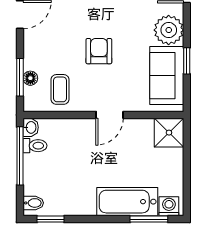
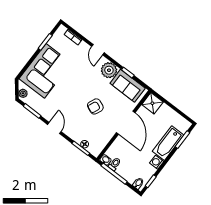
armchair: (99, 51) -> (95, 106), turned -67
coffee table: (60, 89) -> (99, 135), removed
door: (110, 115) -> (126, 123), width x1.87
washing machine: (169, 206) -> (157, 162), moved

